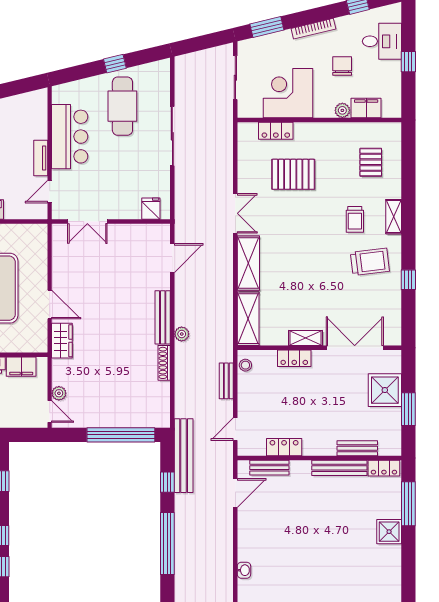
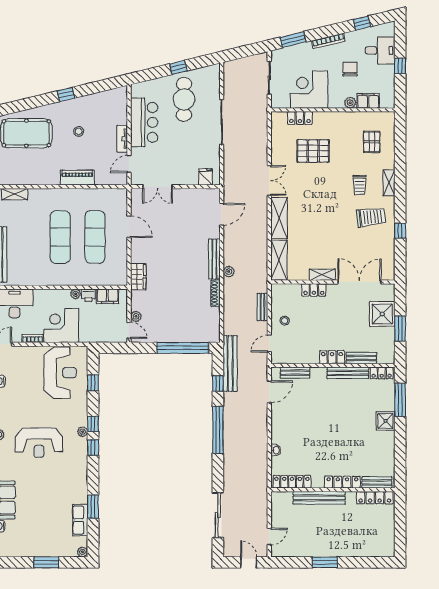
door: (50, 304) -> (129, 227), moved
stool: (245, 365) -> (285, 321), moved
locker: (284, 447) -> (332, 357), moved

